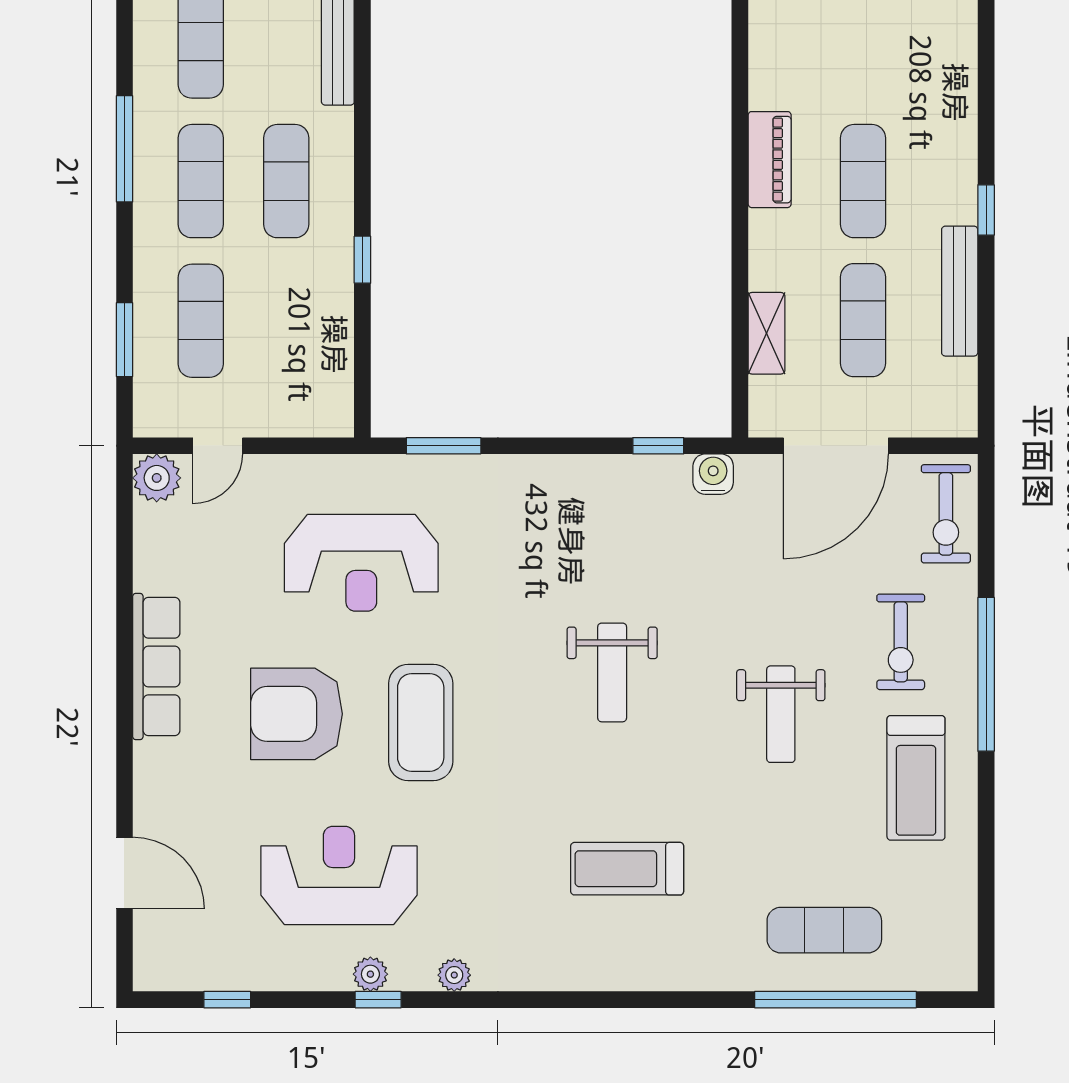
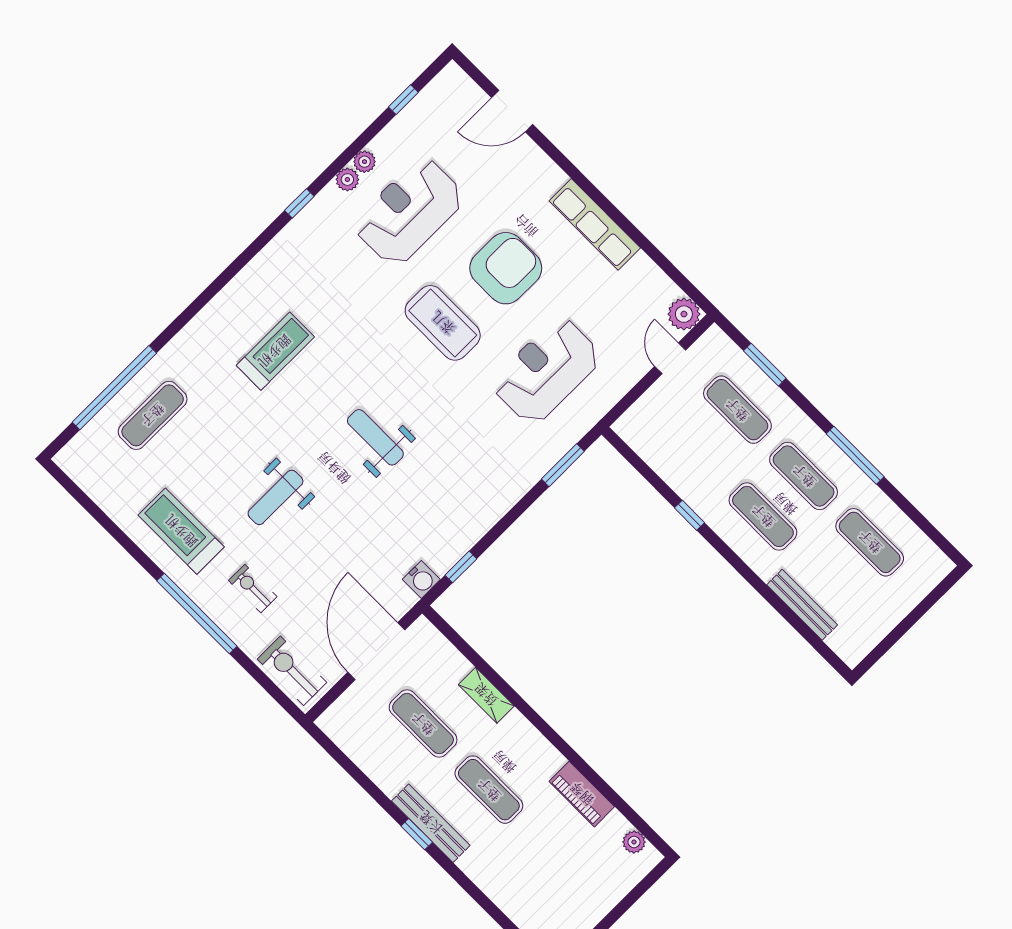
piano: (770, 160) -> (582, 794), moved
bench: (960, 291) -> (431, 823), moved
shelving: (766, 333) -> (486, 695), moved
exercise bike: (901, 642) -> (253, 588), width x0.73, depth x0.72
weight bench: (781, 714) -> (275, 497), turned -90
reception desk: (339, 875) -> (409, 212), turned 180
plant: (454, 975) -> (365, 162), moved
window: (378, 1000) -> (299, 203), moved

